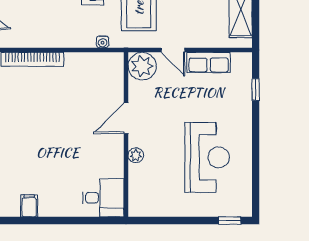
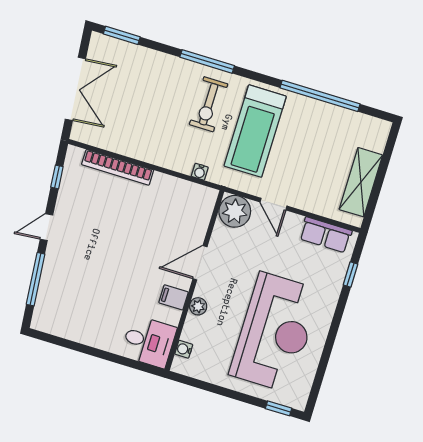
row of seats: (209, 62) -> (326, 235), moved
reception desk: (207, 157) -> (275, 332), width x1.36, depth x1.30
water cooler: (135, 195) -> (184, 349), added
filing cabinet: (29, 206) -> (174, 297), moved, turned -90

